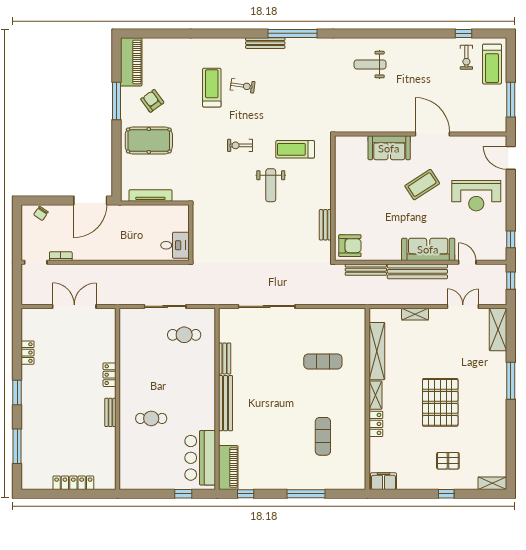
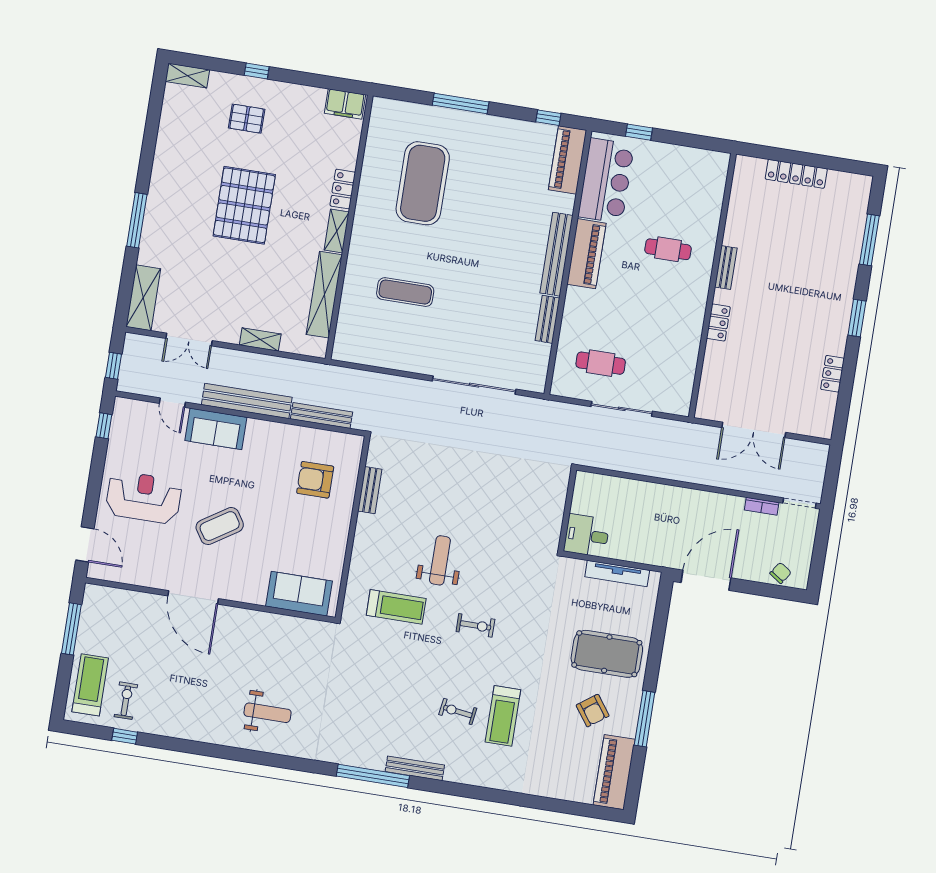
sofa: (389, 148) -> (299, 594), moved
desk: (175, 245) -> (587, 536), moved
armchair: (350, 246) -> (315, 480), moved
sofa: (428, 249) -> (216, 429), width x0.73
piano: (205, 407) -> (586, 254), added
exercise mat: (323, 436) -> (423, 183), width x2.00, depth x1.45

